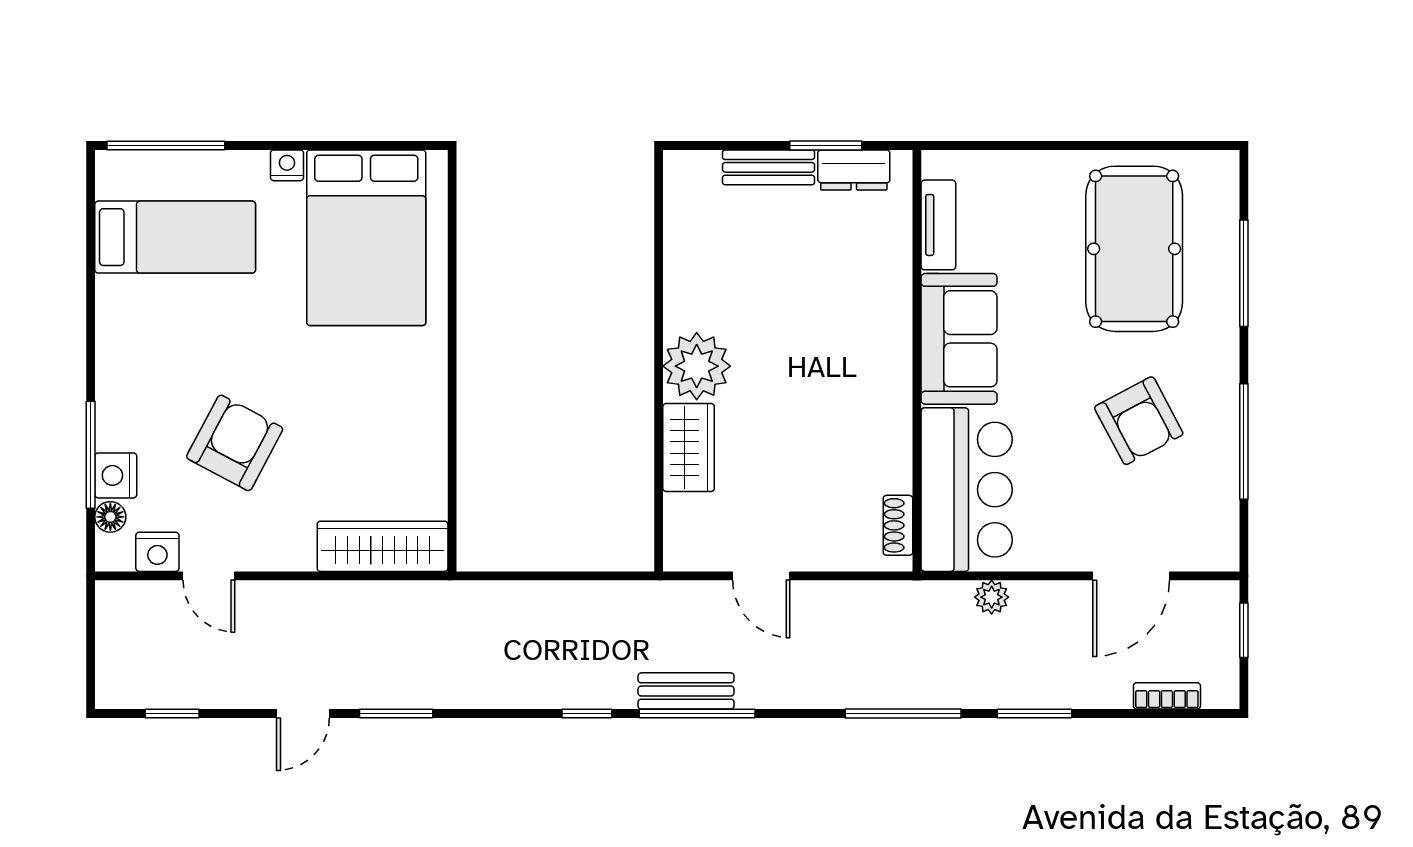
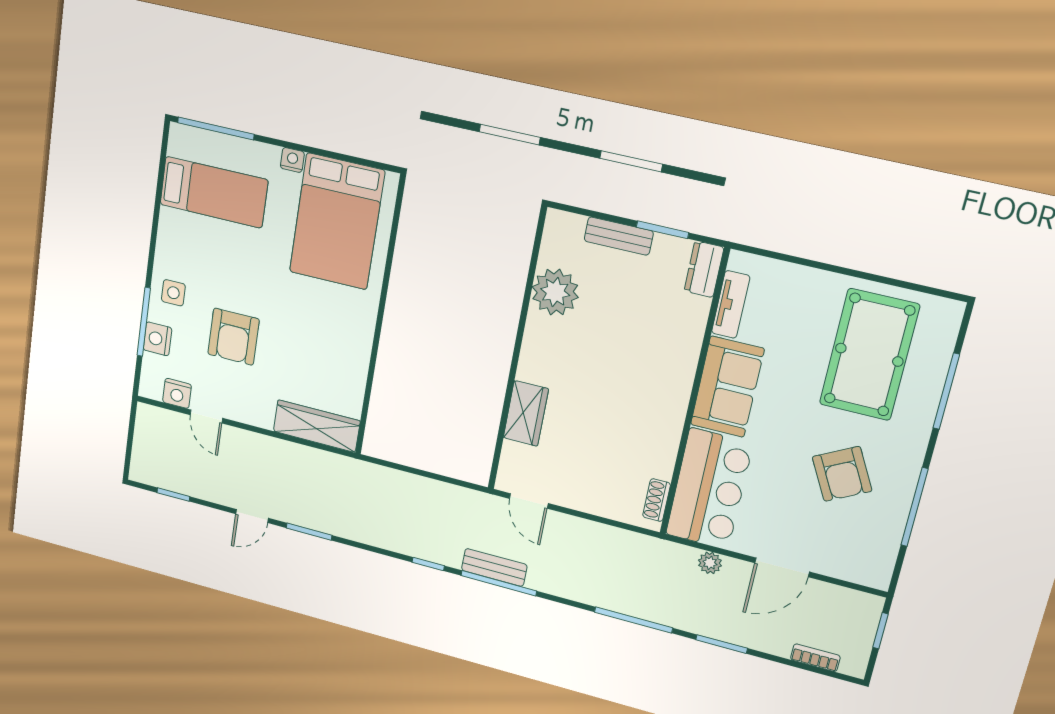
dresser: (854, 170) -> (704, 269), moved, turned 90
plant: (697, 366) -> (555, 292), moved
side table: (132, 399) -> (173, 293), added
armchair: (235, 443) -> (233, 337), turned 152
floor lamp: (110, 517) -> (151, 364), removed
door: (761, 576) -> (529, 501), moved
door: (1131, 576) -> (782, 567), moved

